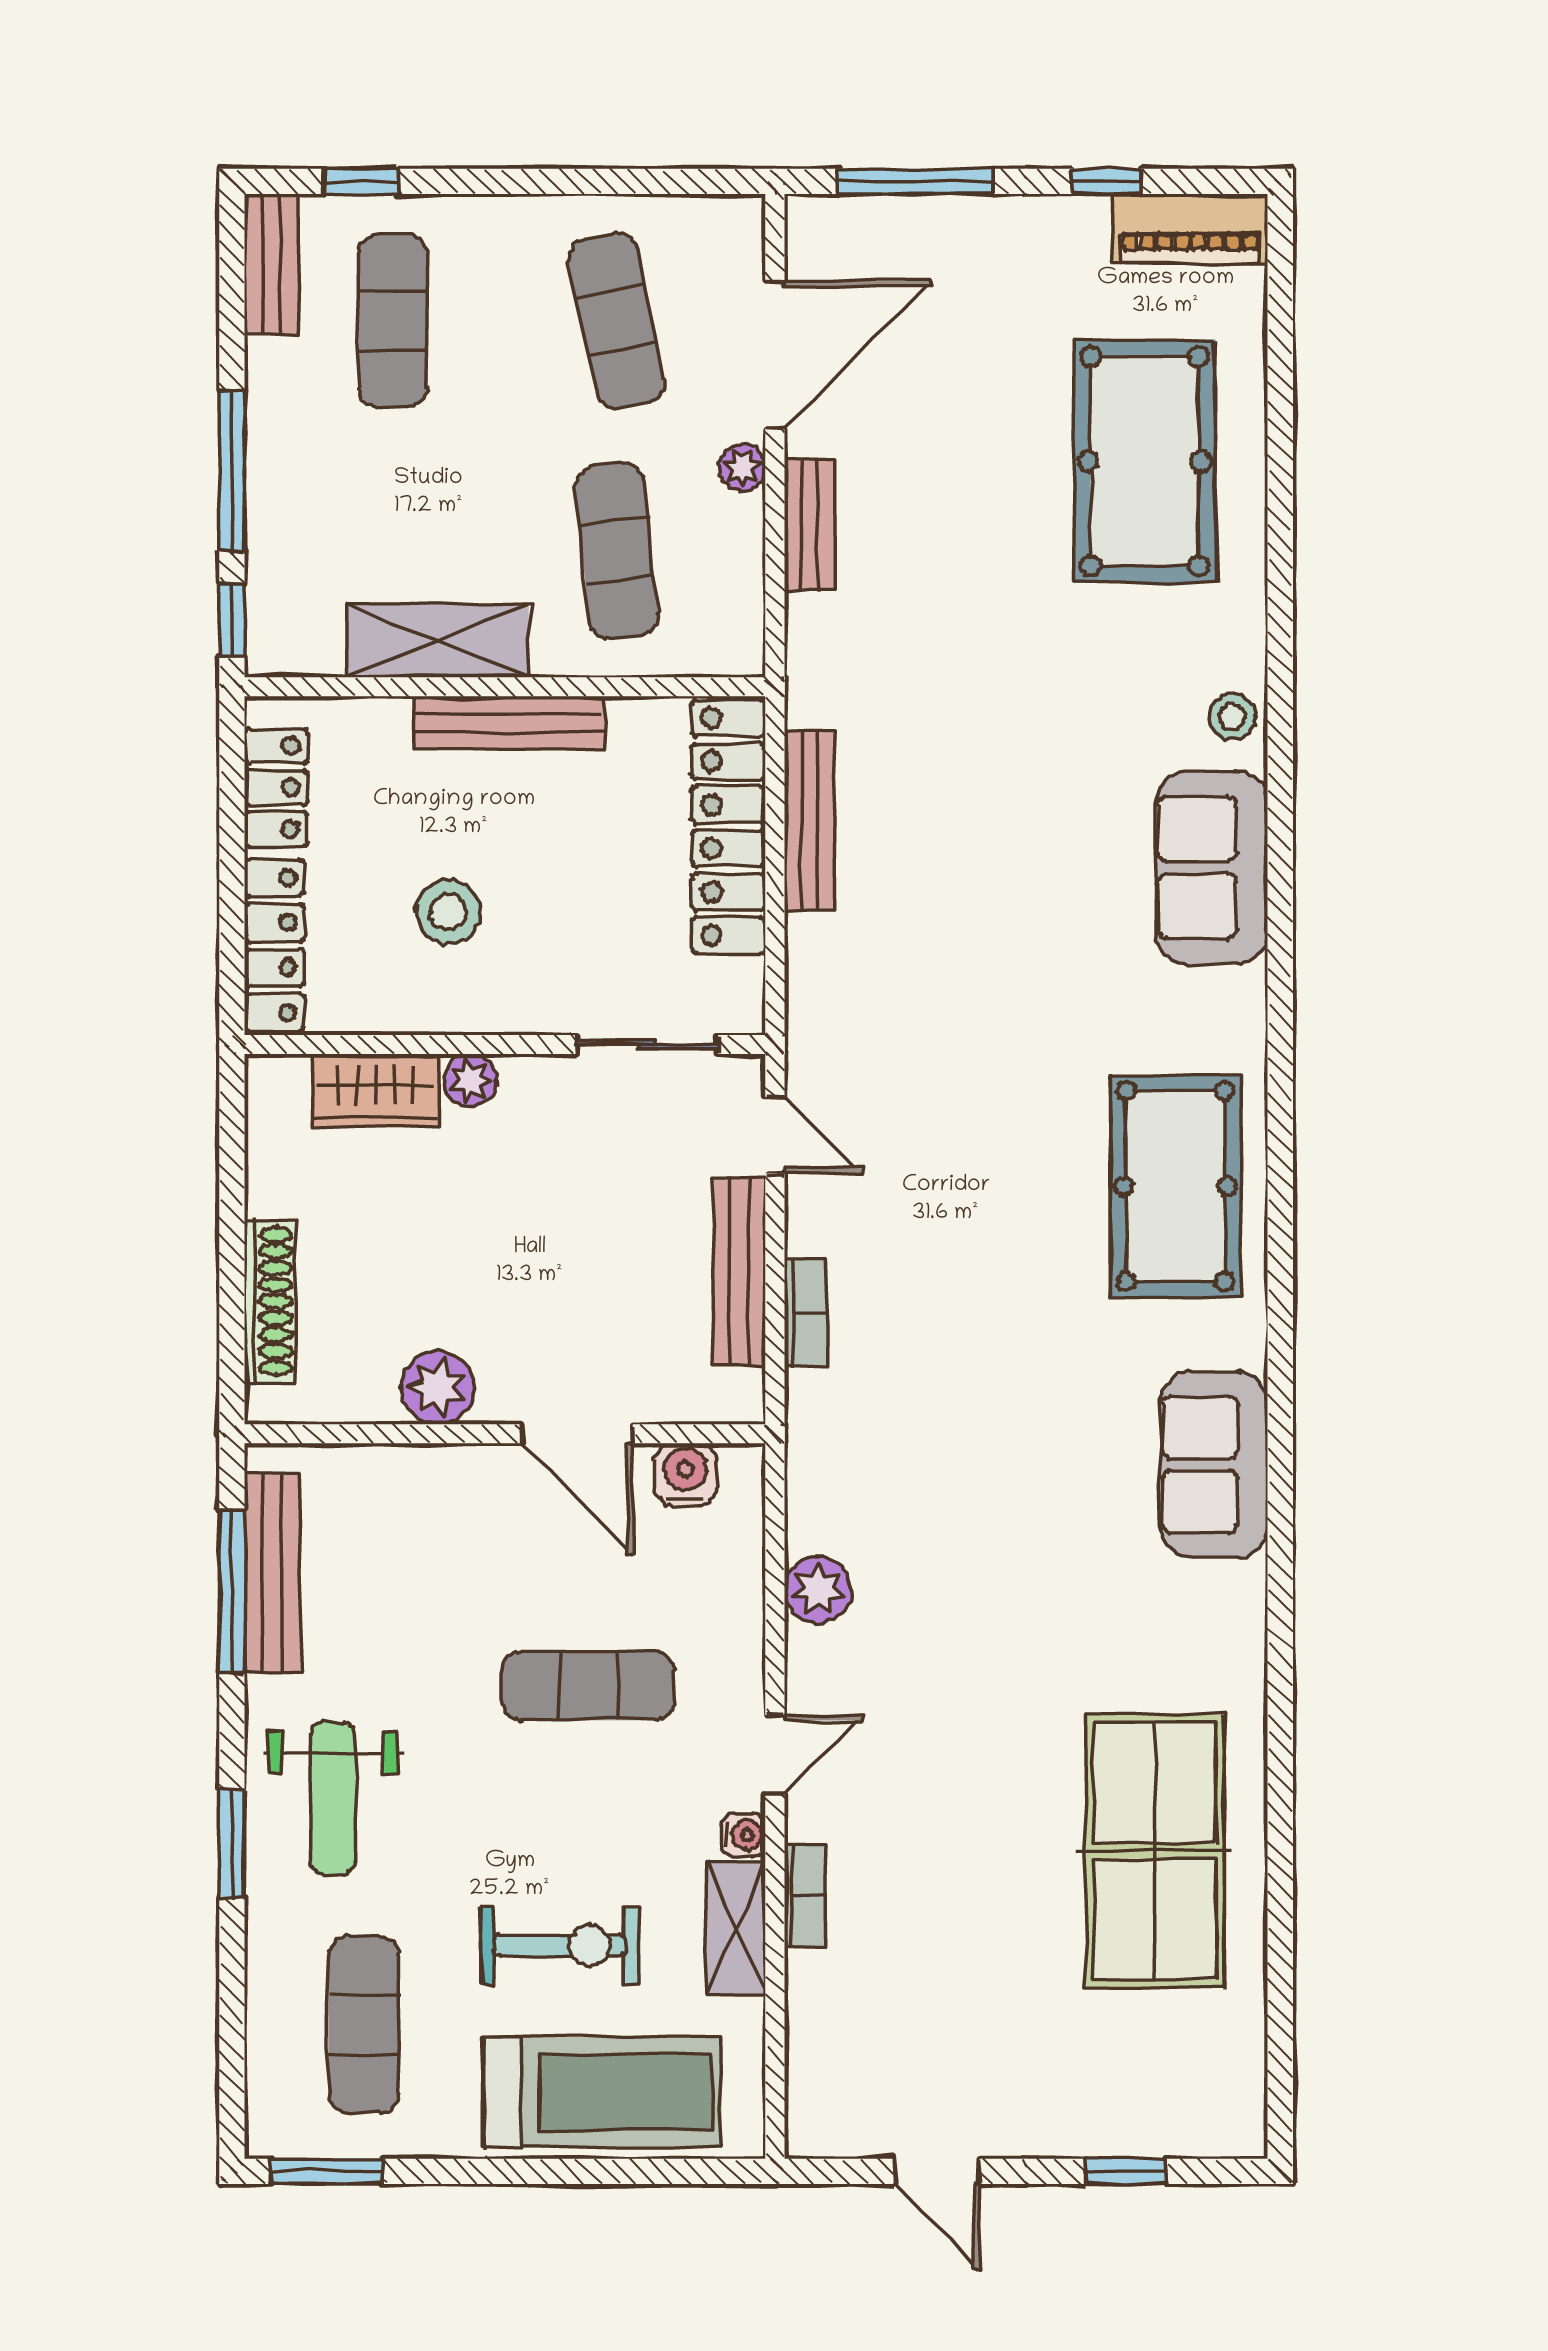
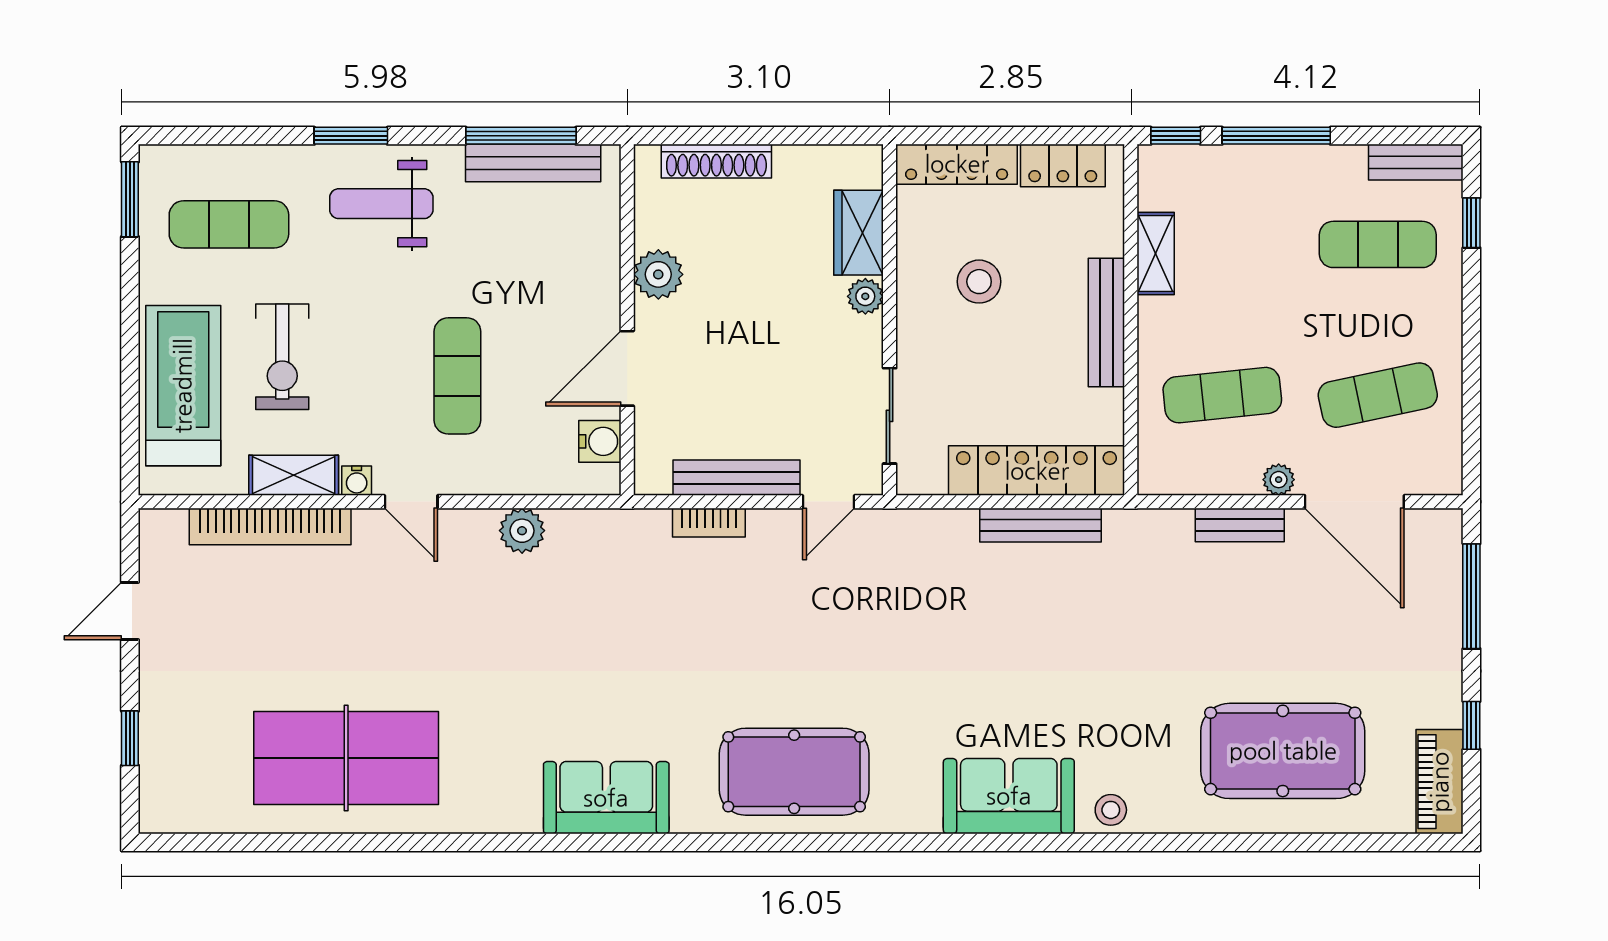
shelving: (437, 641) -> (1156, 253), width x0.67, depth x0.75
bookcase: (805, 1895) -> (270, 526), width x2.31, depth x1.31
treadmill: (603, 2092) -> (183, 386), turned 180

